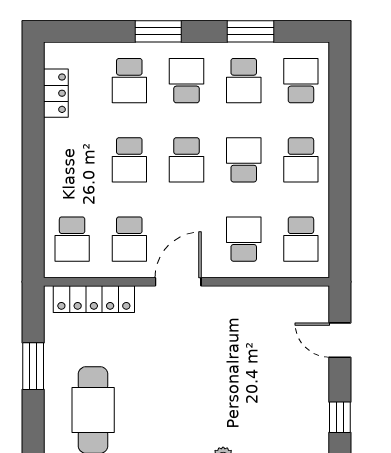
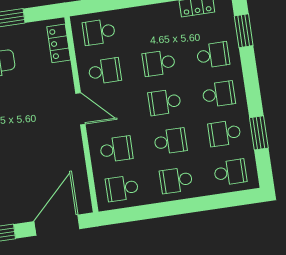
window: (158, 31) -> (244, 31), moved
school desk: (129, 81) -> (213, 55), turned 180
school desk: (129, 239) -> (105, 71), turned 180
locker: (94, 299) -> (59, 43), width x0.66
door: (340, 340) -> (57, 225), width x1.88

